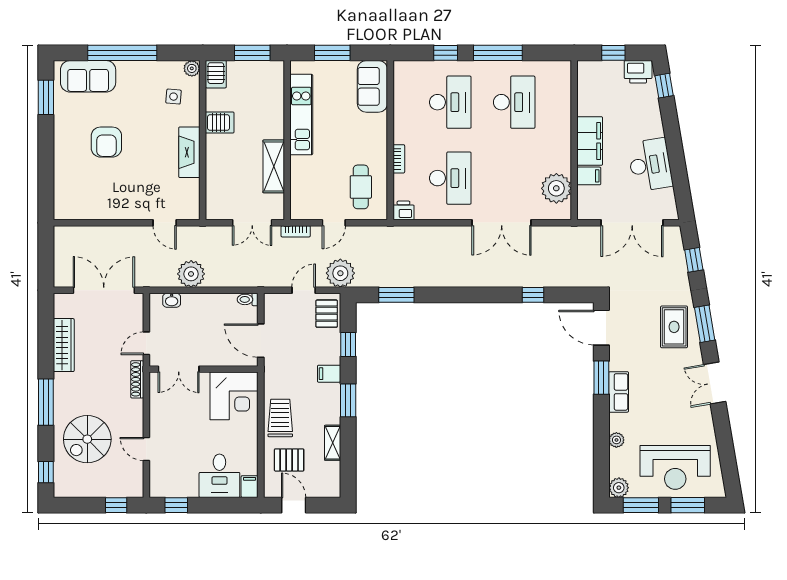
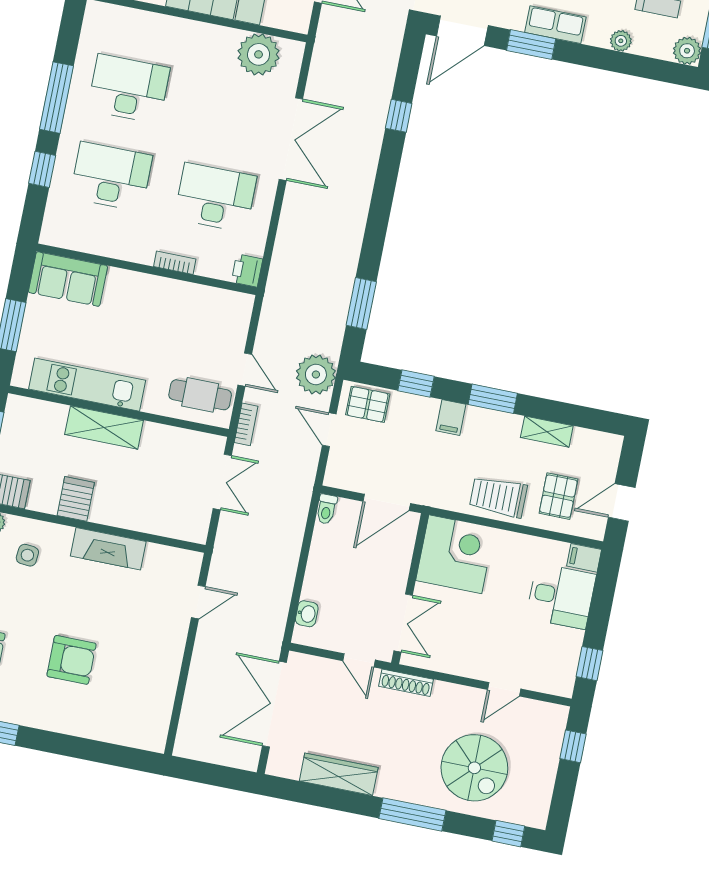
shelving: (274, 166) -> (104, 427), moved
cafe table: (361, 187) -> (200, 395), moved
plant: (191, 274) -> (276, 580), removed

